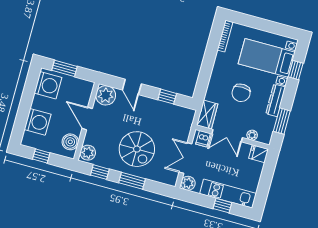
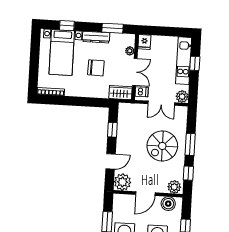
spiral stairs: (137, 149) -> (162, 146), turned 180

